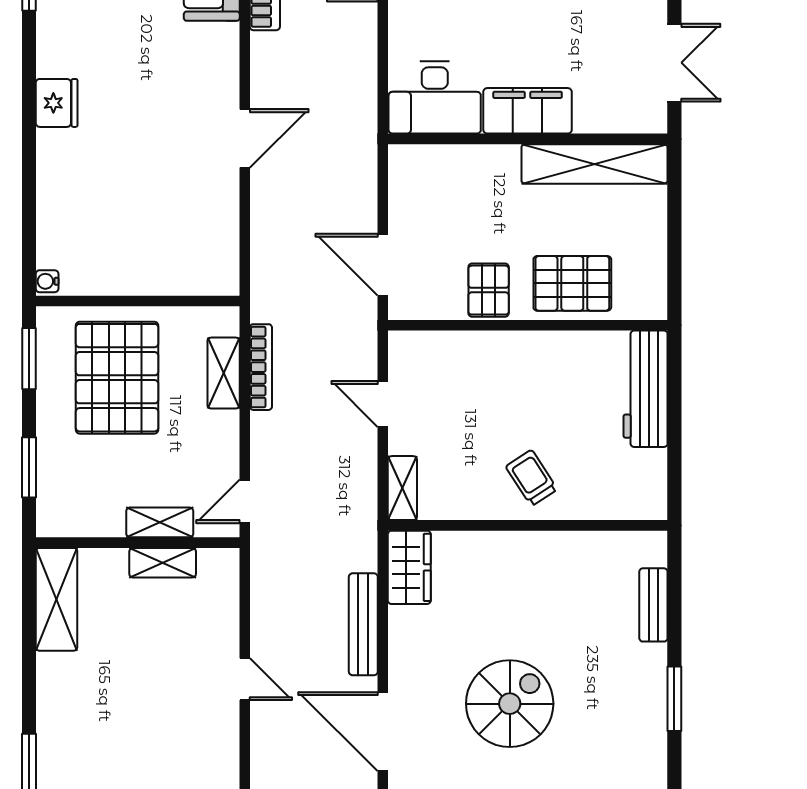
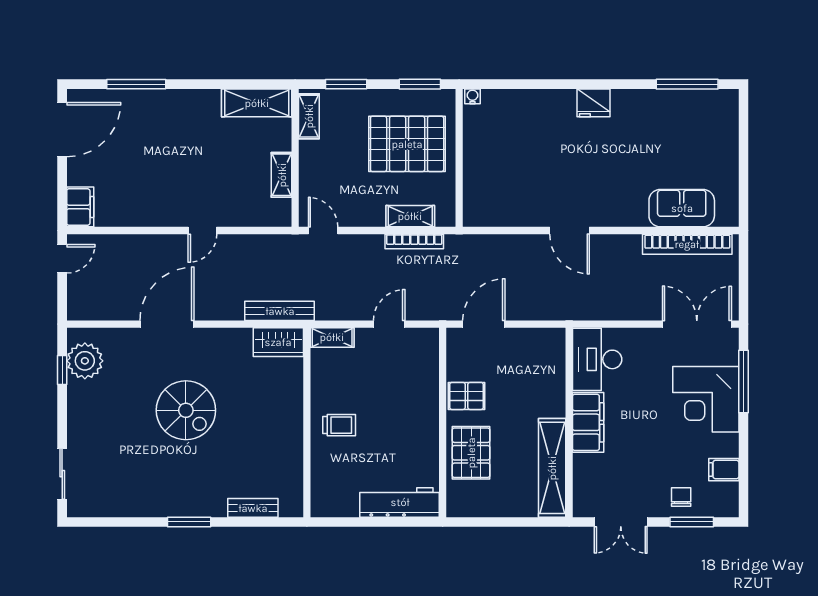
trolley: (532, 478) -> (339, 425), turned 33
shelving: (160, 522) -> (309, 116), moved
bench: (363, 624) -> (280, 311), moved

